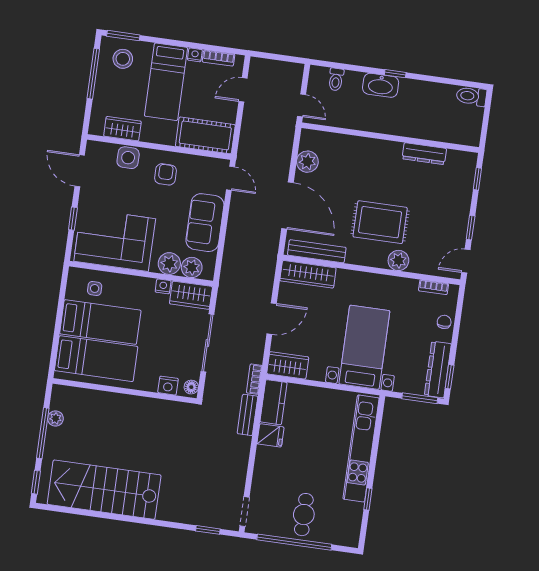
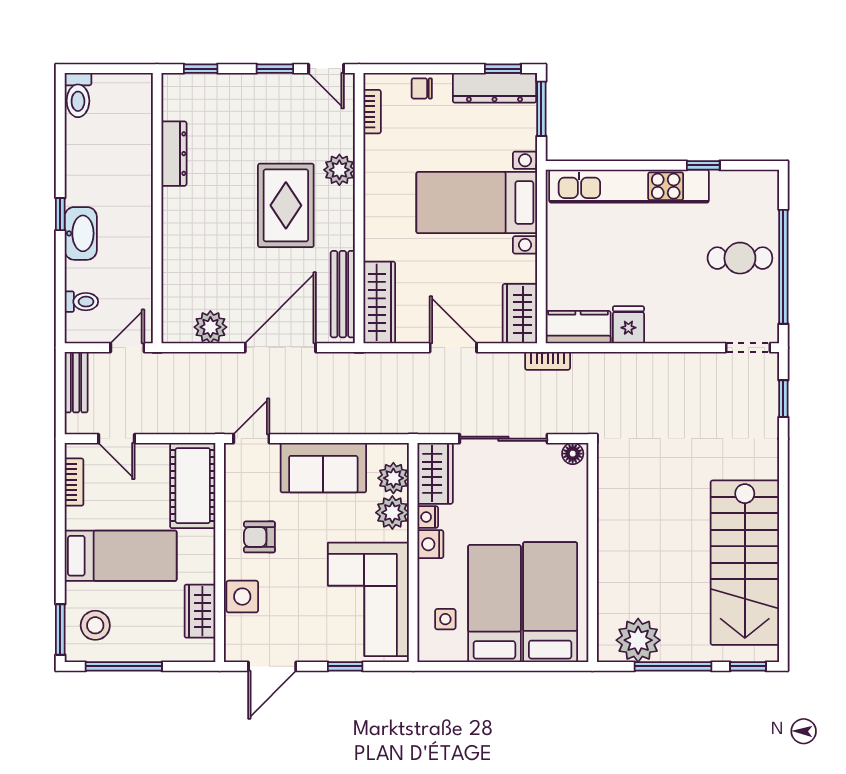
nightstand: (195, 55) -> (74, 518), removed
nightstand: (168, 386) -> (430, 544), moved, turned 180
bench: (247, 415) -> (76, 382), moved, turned 90
plant: (55, 418) -> (638, 640), width x1.87, depth x1.87

